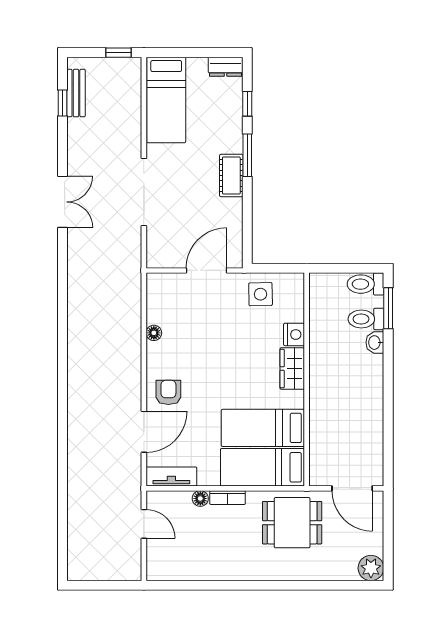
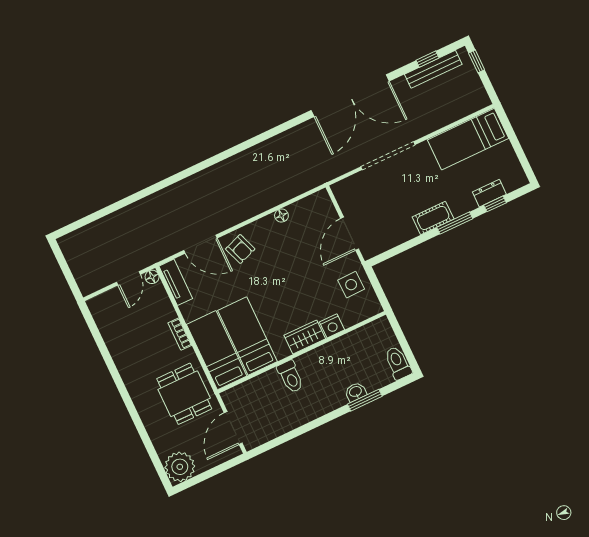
window: (119, 53) -> (477, 61), moved
dresser: (226, 67) -> (489, 193), moved, turned 90
bench: (76, 93) -> (433, 69), width x1.36
double door: (62, 202) -> (350, 96), width x1.87
door: (206, 270) -> (350, 234), swing flipped
window: (388, 308) -> (365, 400), moved
toilet: (366, 319) -> (290, 377), moved, turned 180
armchair: (168, 392) -> (240, 249), turned 70
floor lamp: (200, 498) -> (152, 277), moved
plant: (371, 568) -> (180, 467), width x1.36, depth x1.36

